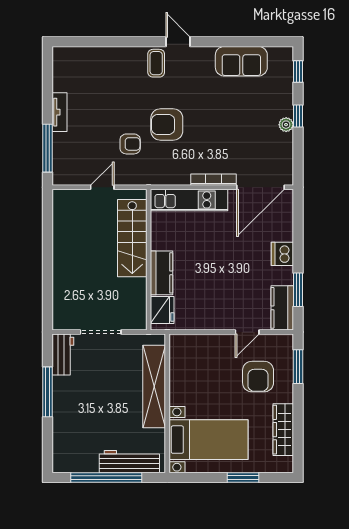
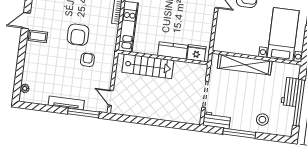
plant: (74, 53) -> (25, 88), added
tv unit: (60, 112) -> (66, 103), width x1.41
door: (102, 187) -> (111, 98), moved
stool: (73, 425) -> (262, 120), added
workbench: (129, 462) -> (290, 92), width x0.73

